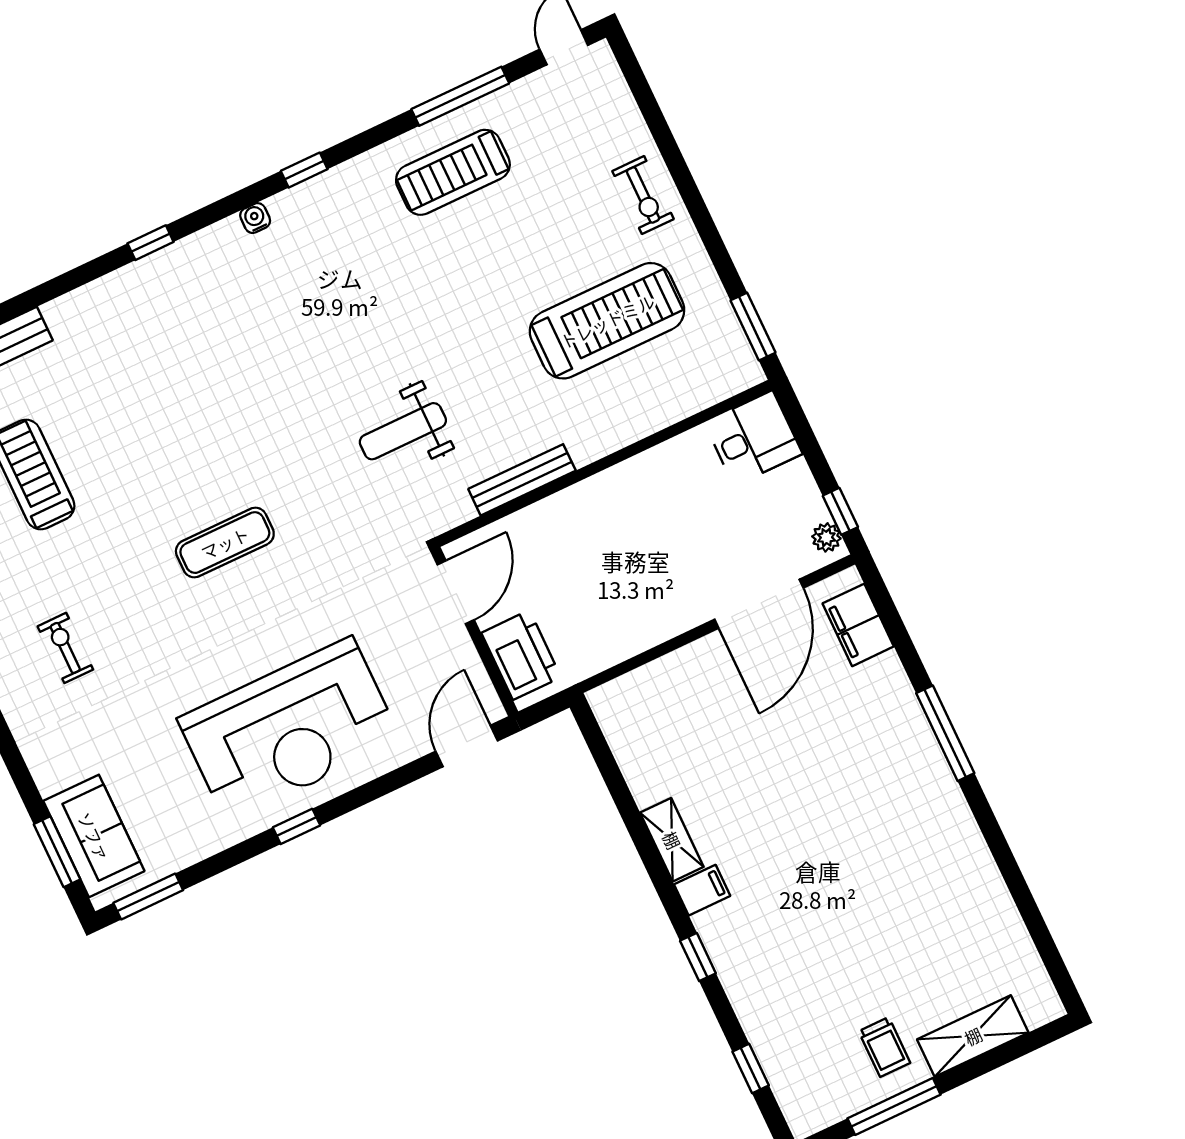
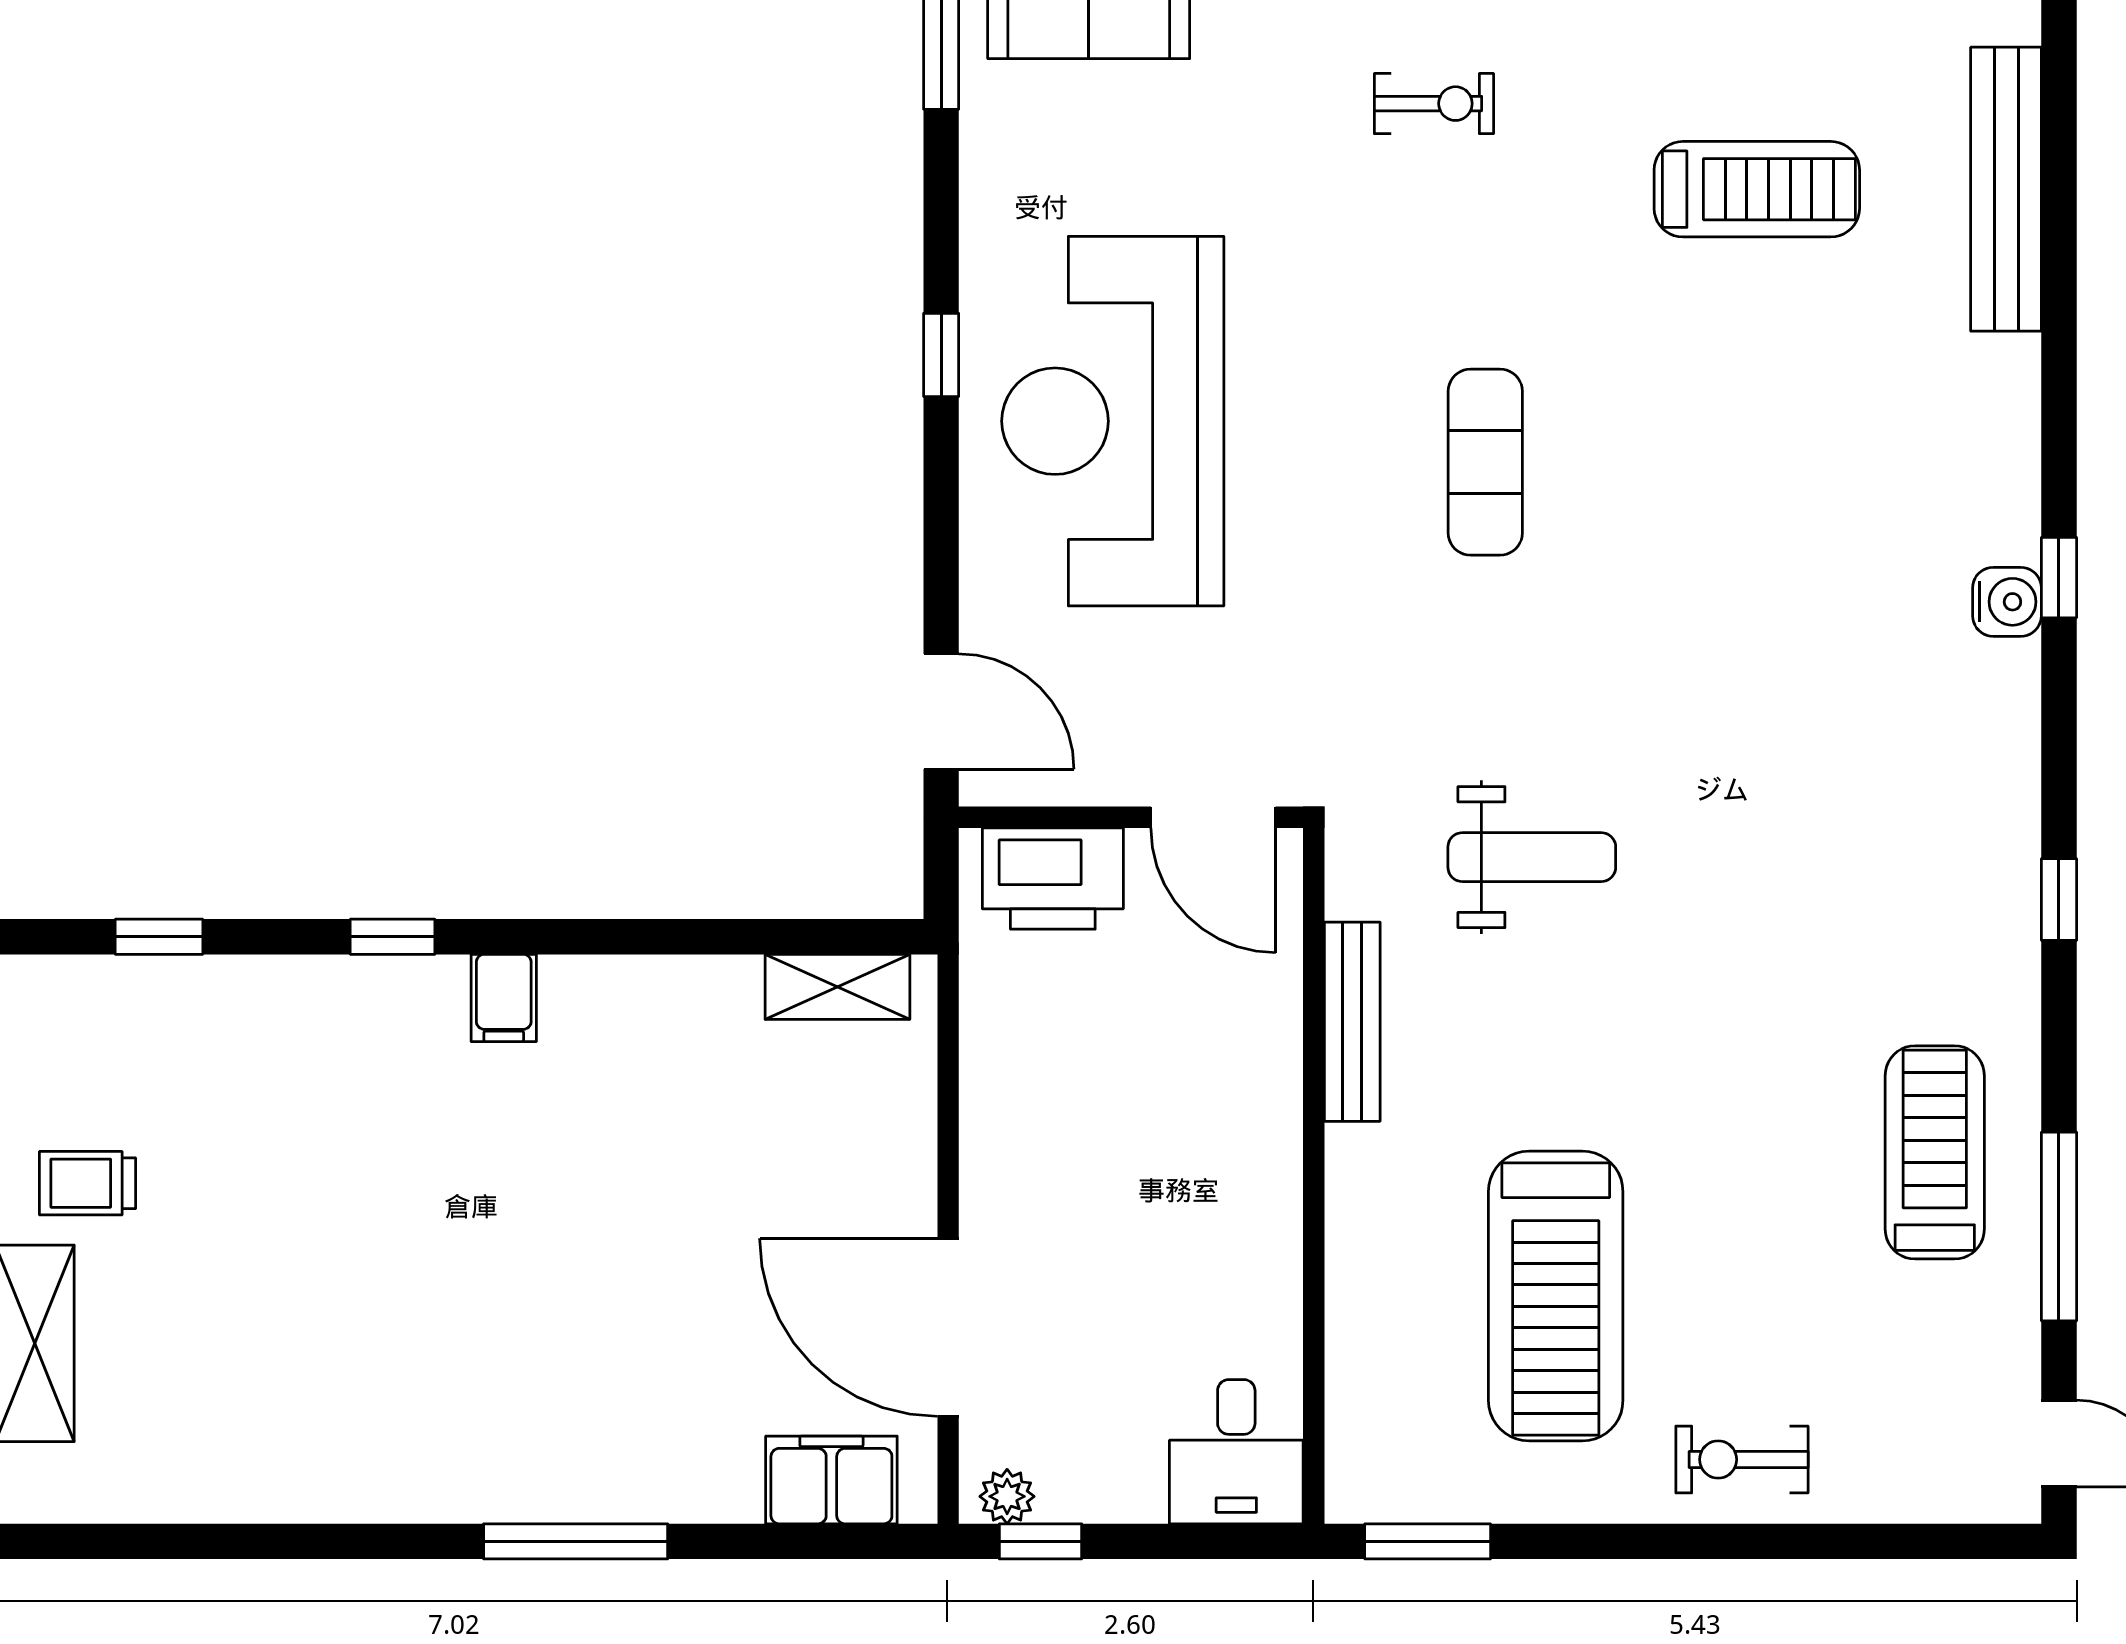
water cooler: (255, 218) -> (2007, 602), moved, width x1.38, depth x1.38
weight bench: (403, 431) -> (1532, 857), turned 90
shelving: (672, 840) -> (837, 987), moved

